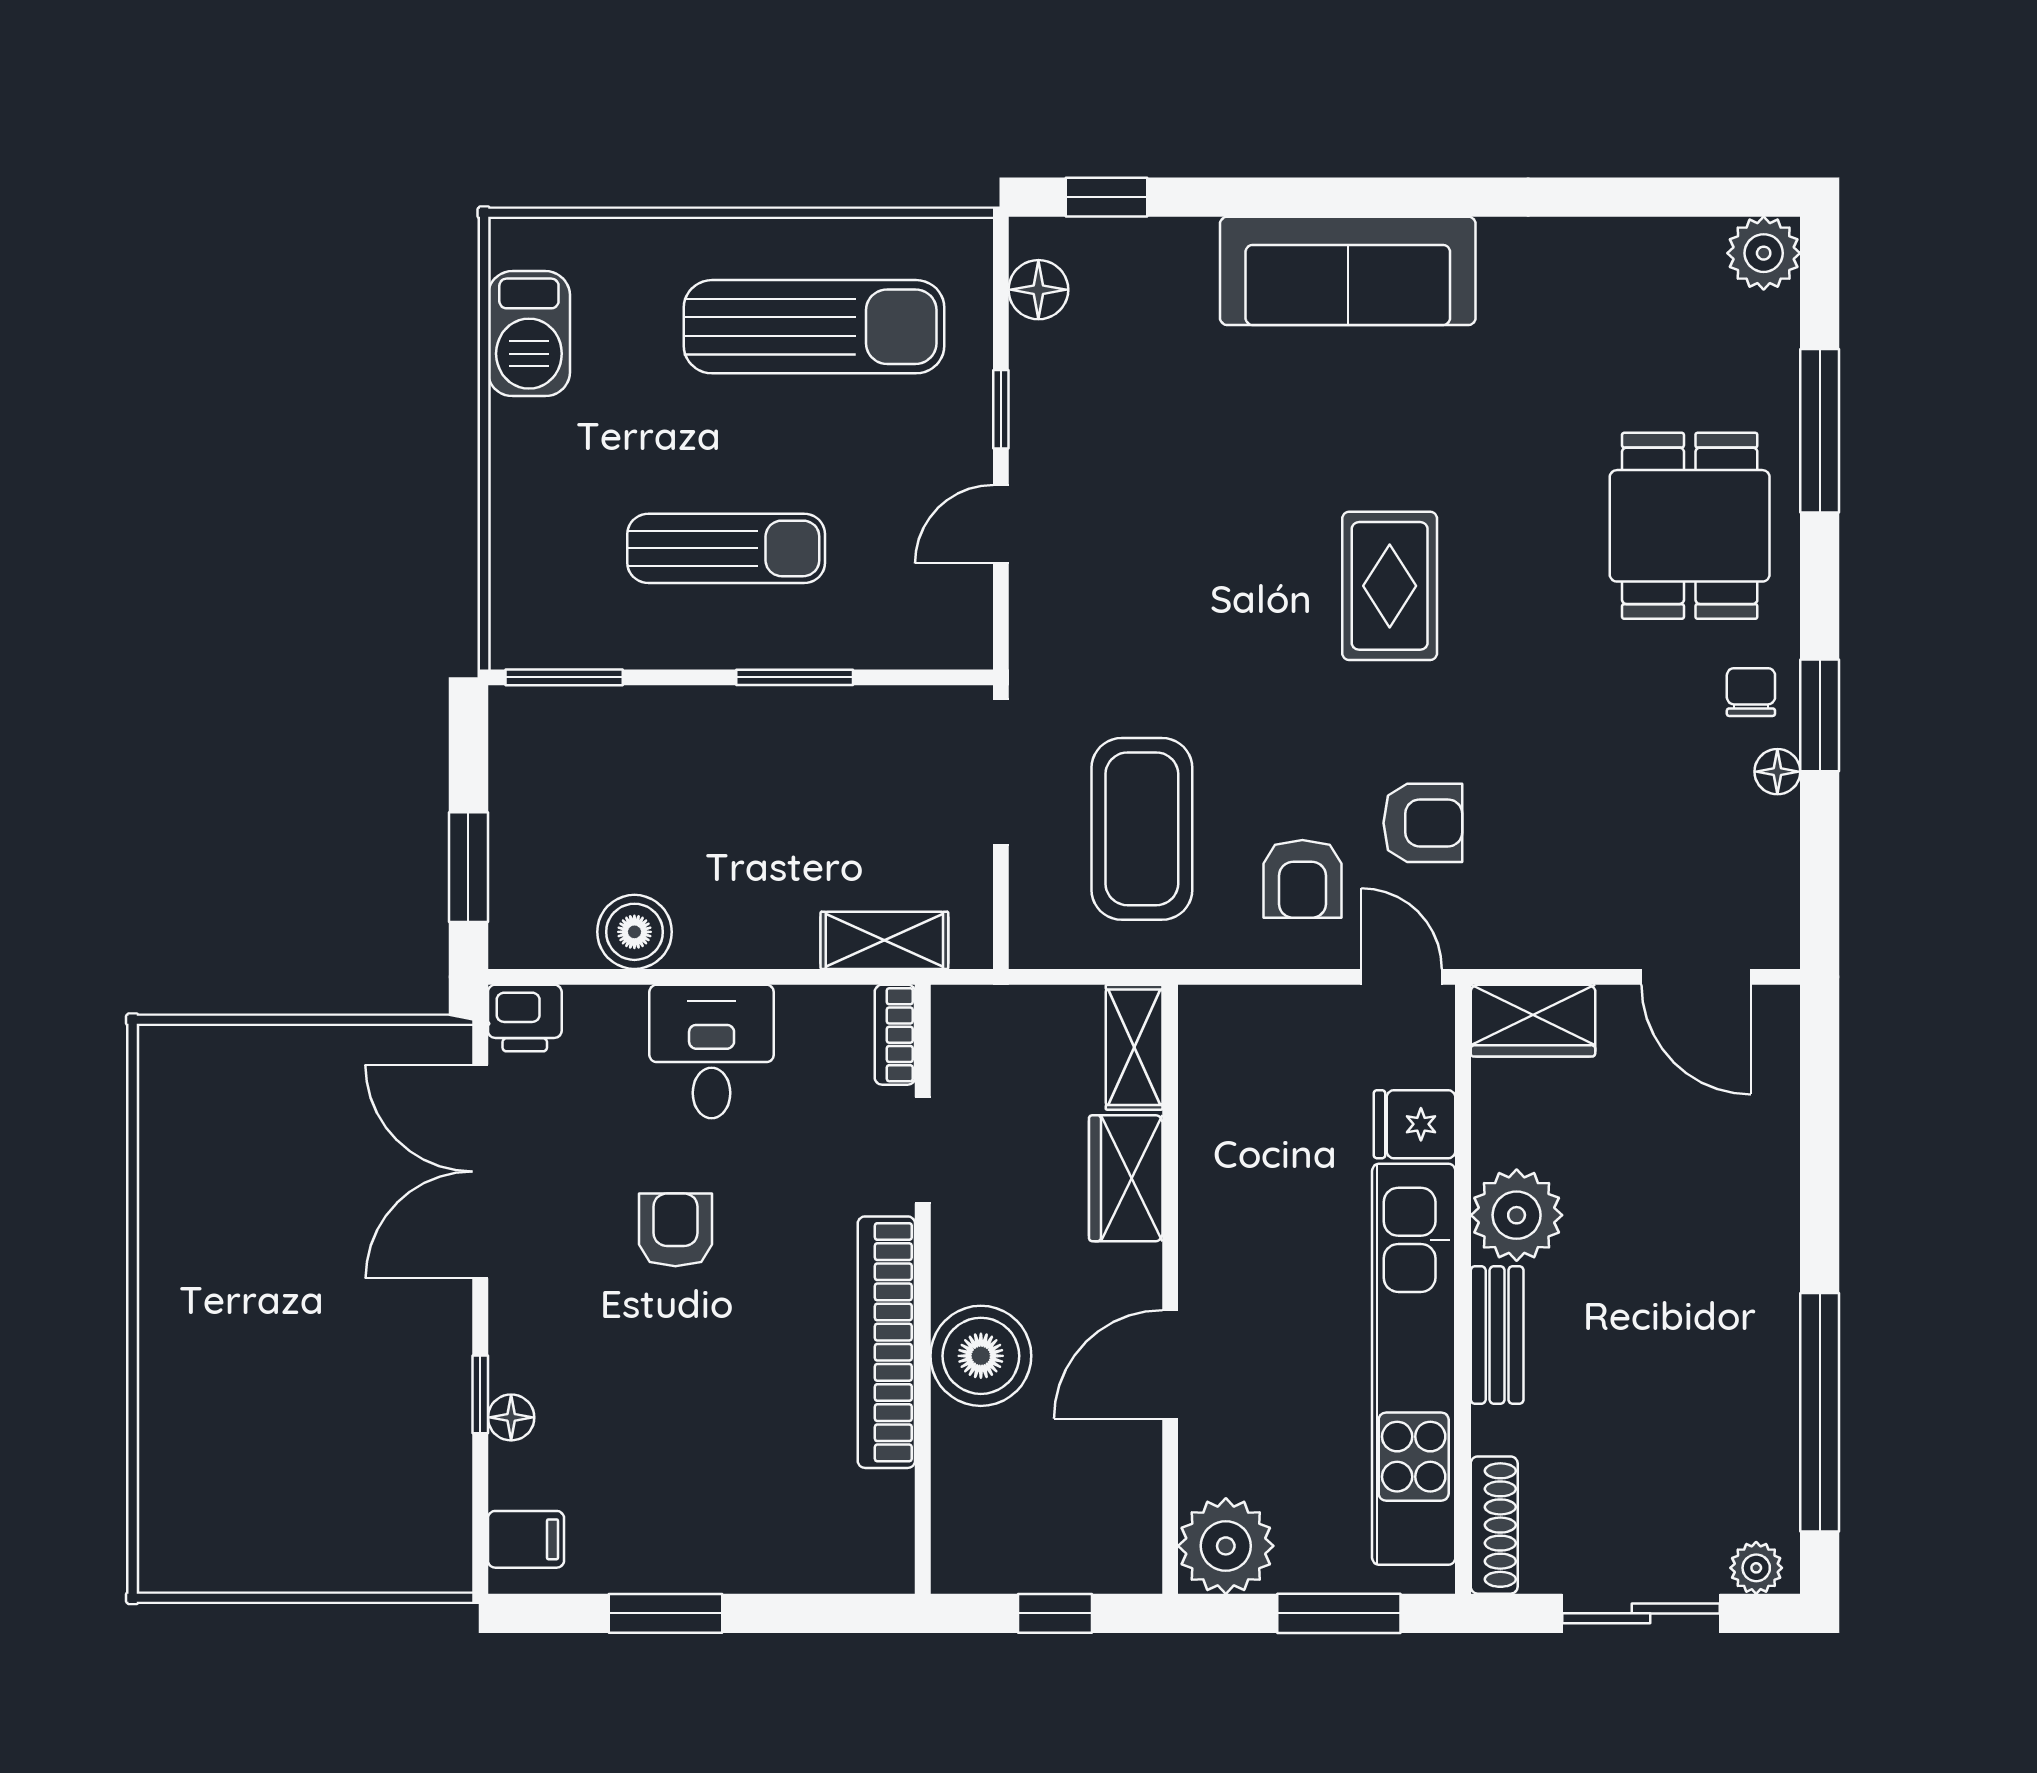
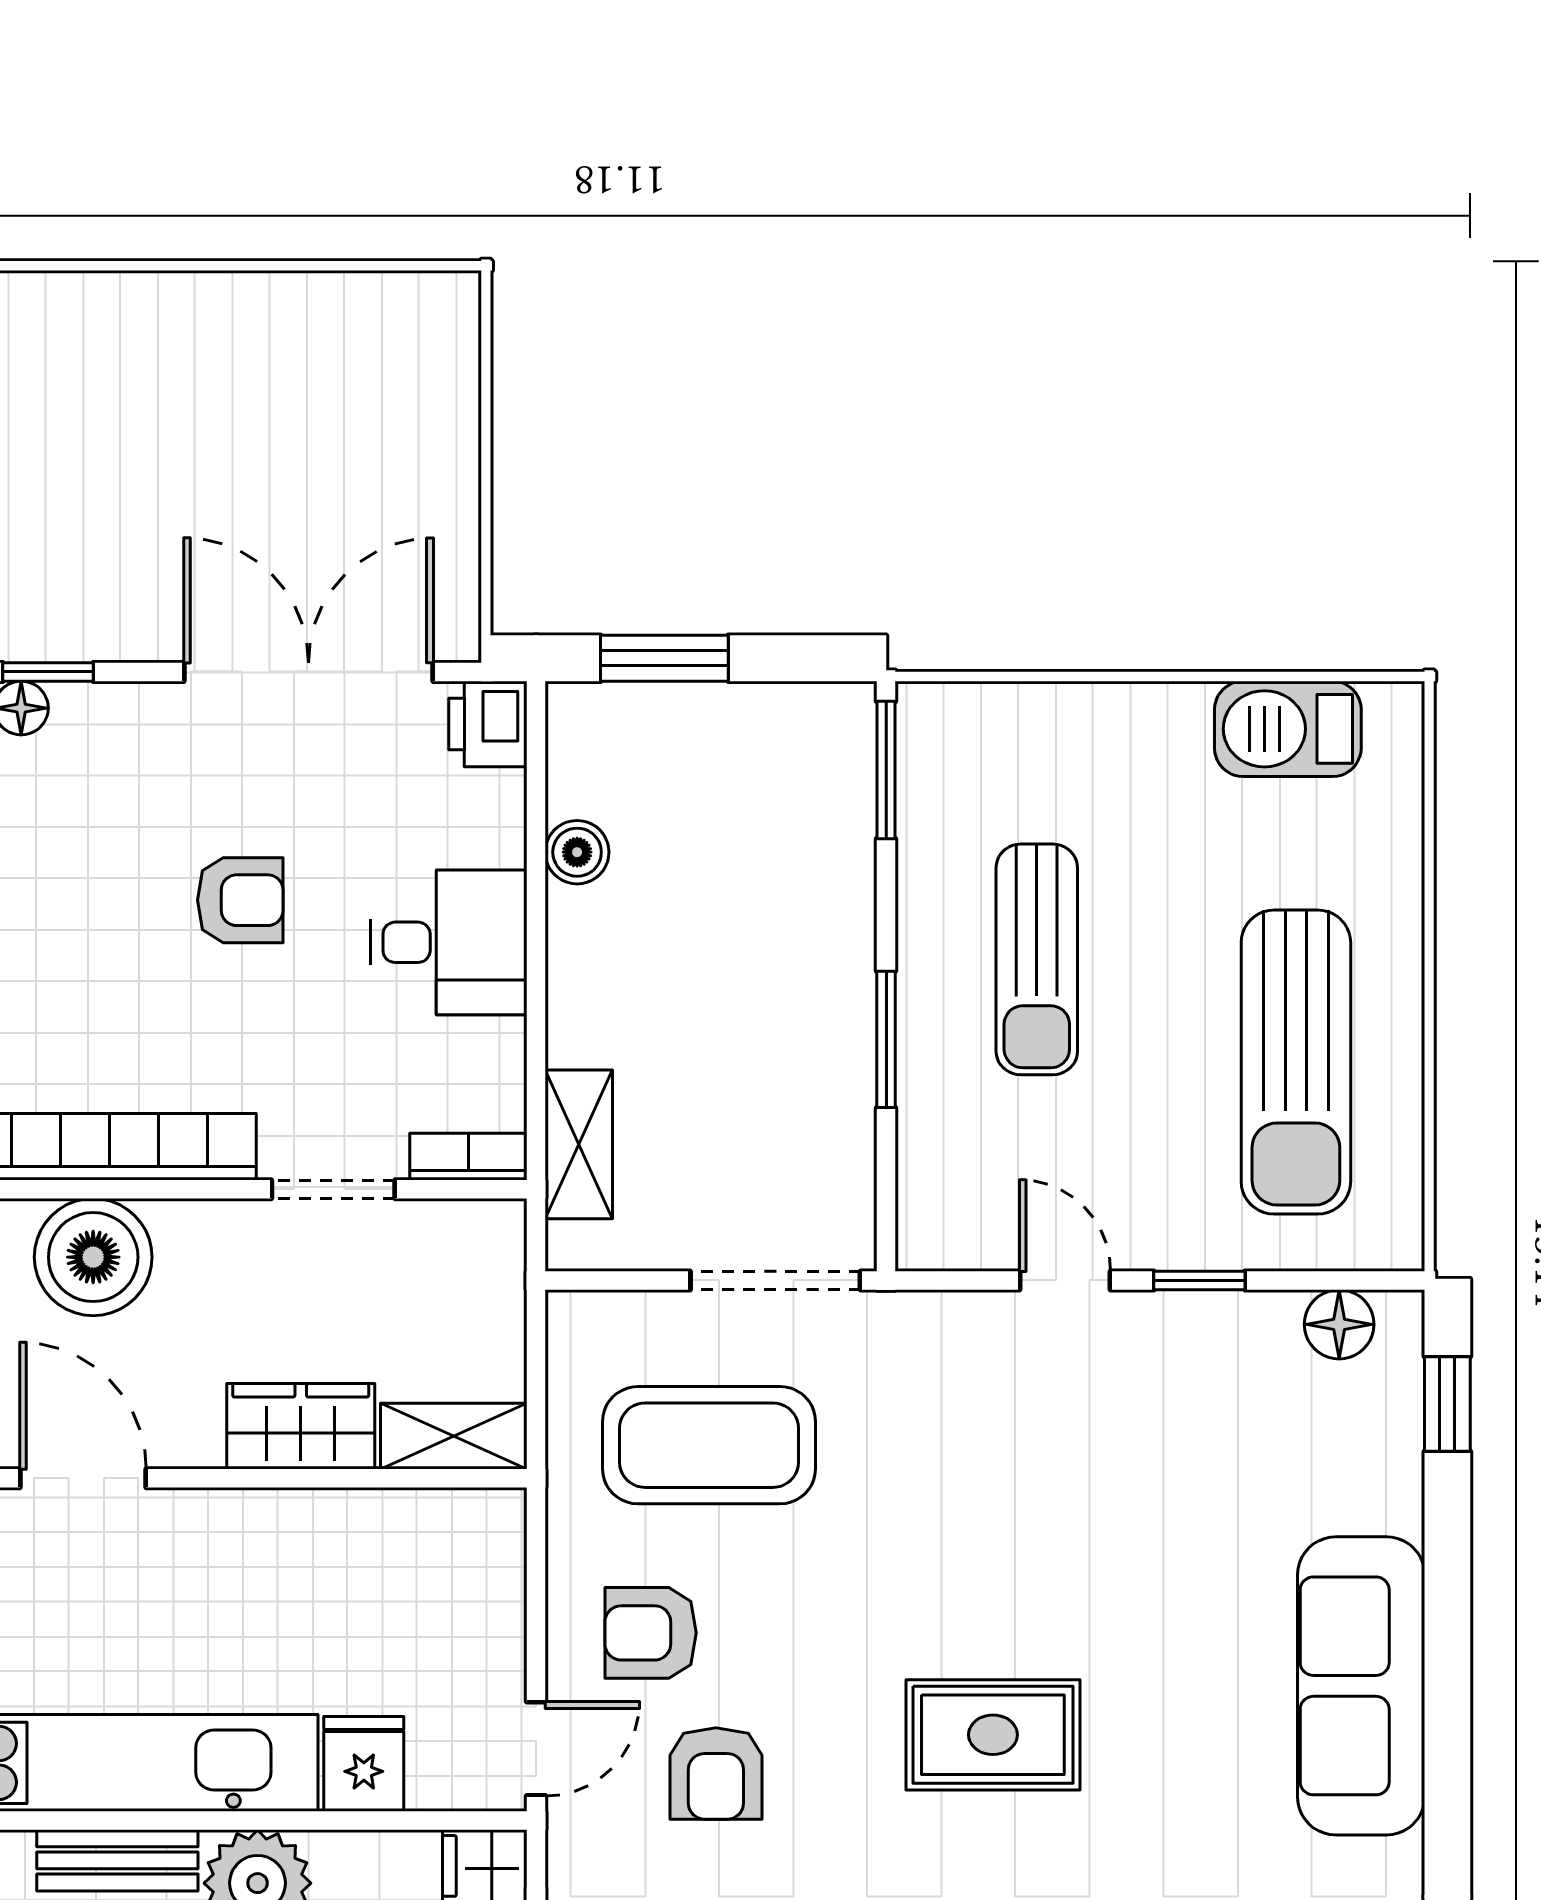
boiler: (634, 932) -> (577, 852), width x0.73, depth x0.73

